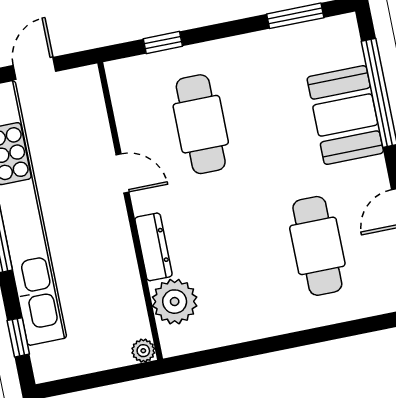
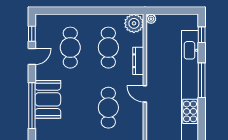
cafe table: (229, 264) -> (108, 48), added
plant: (175, 302) -> (134, 23), moved

